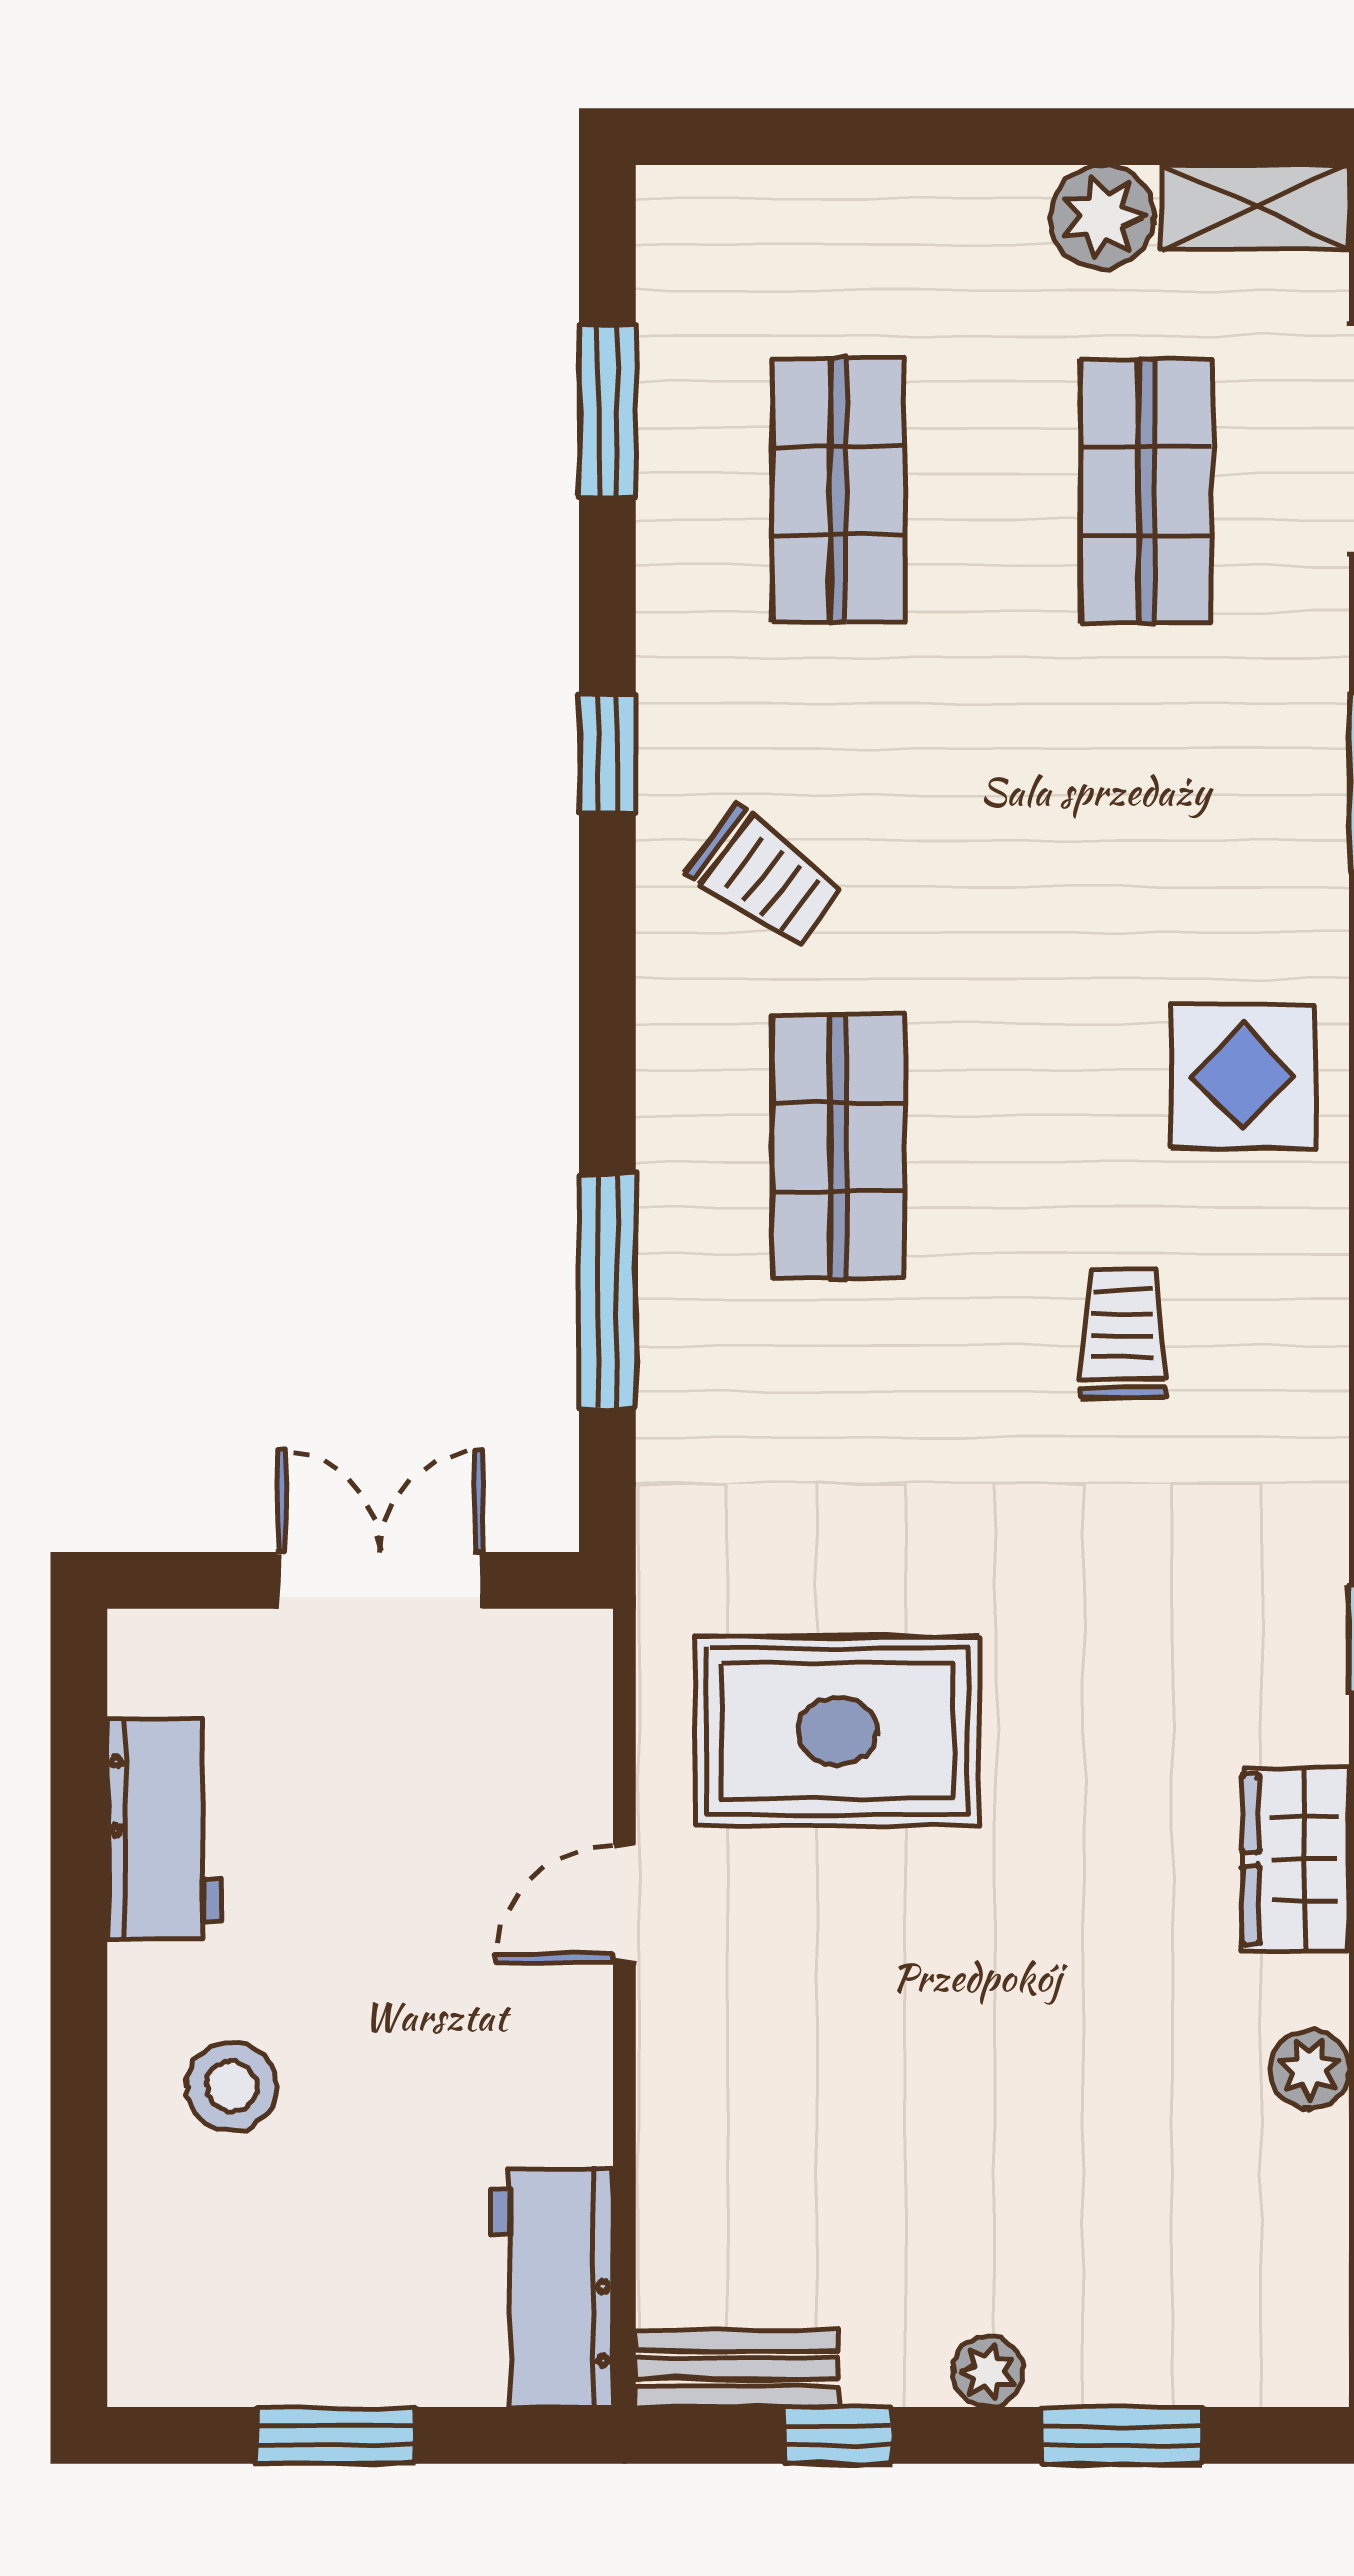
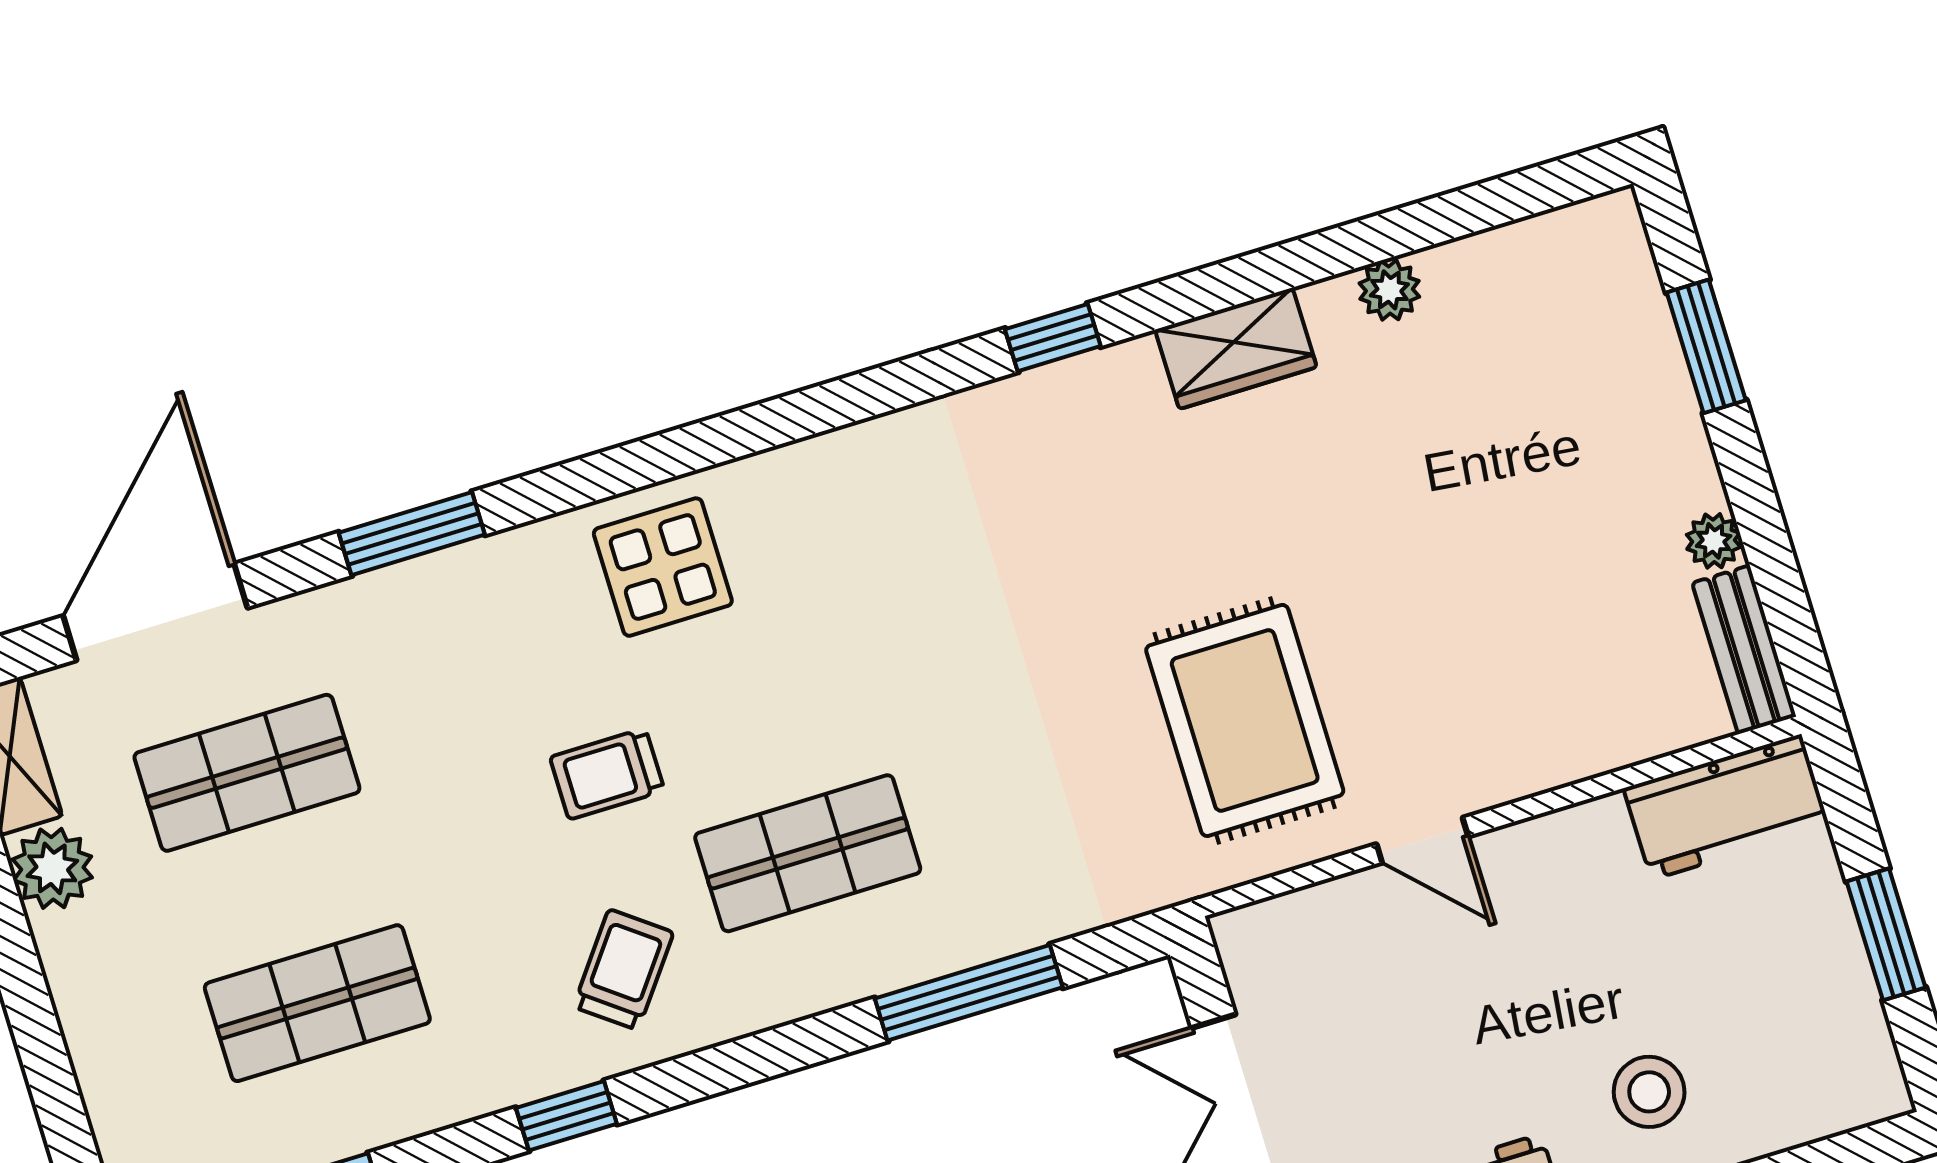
trolley: (1123, 1334) -> (607, 774), moved
plant: (988, 2372) -> (1714, 541), moved
window: (838, 2435) -> (1771, 559), removed

